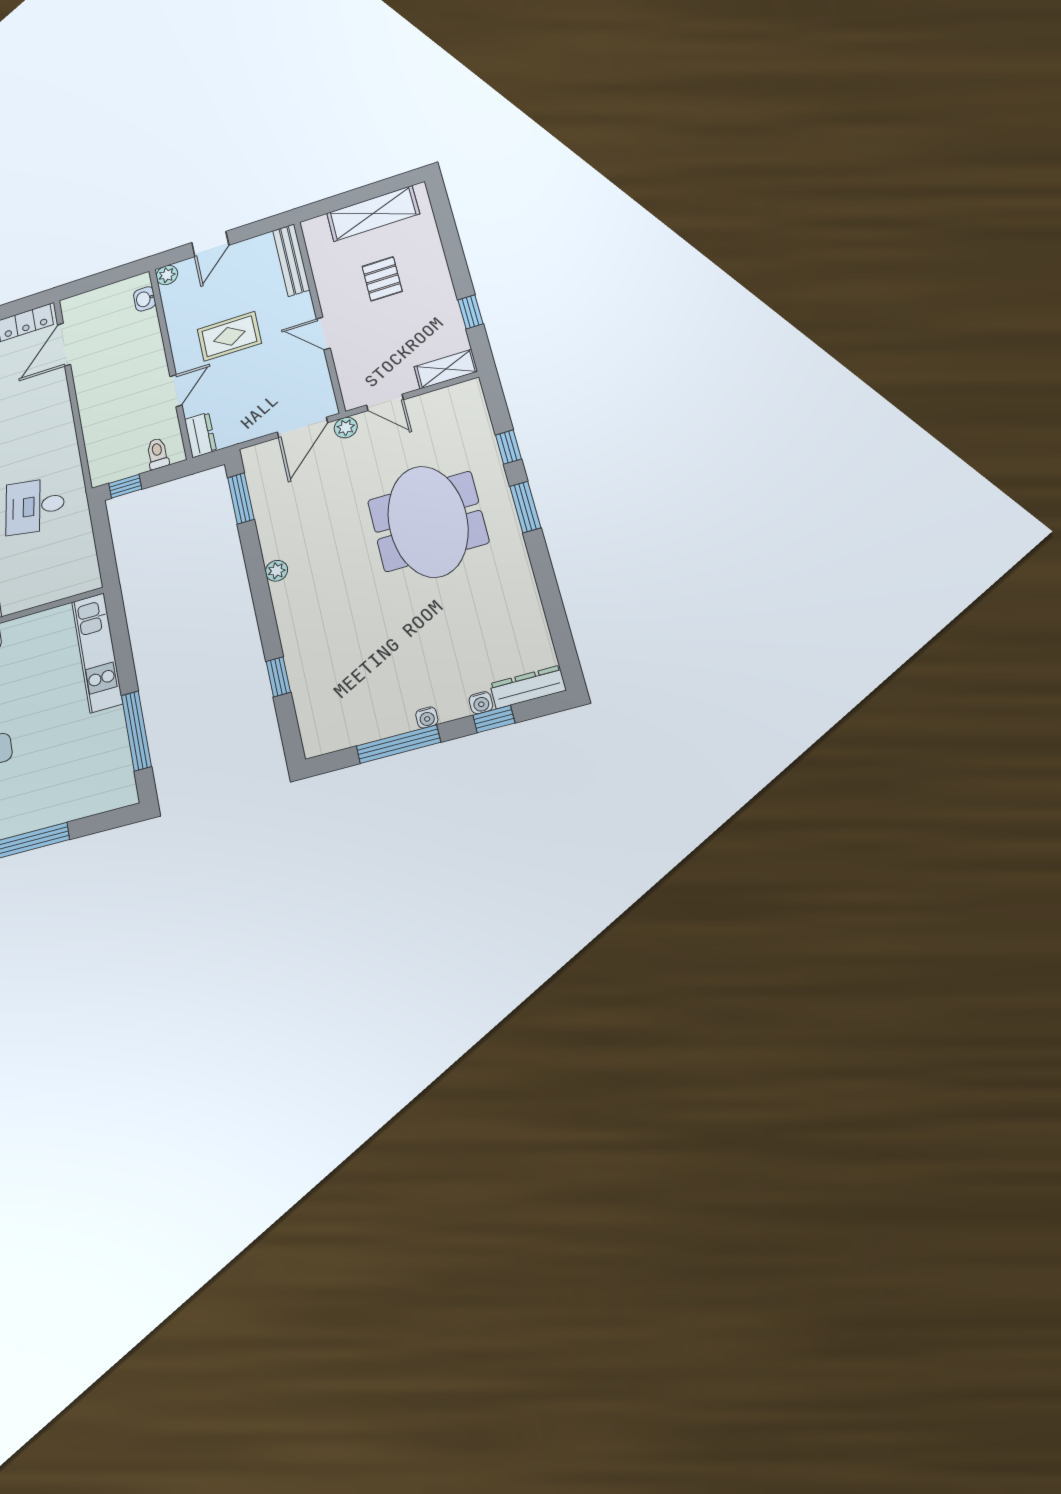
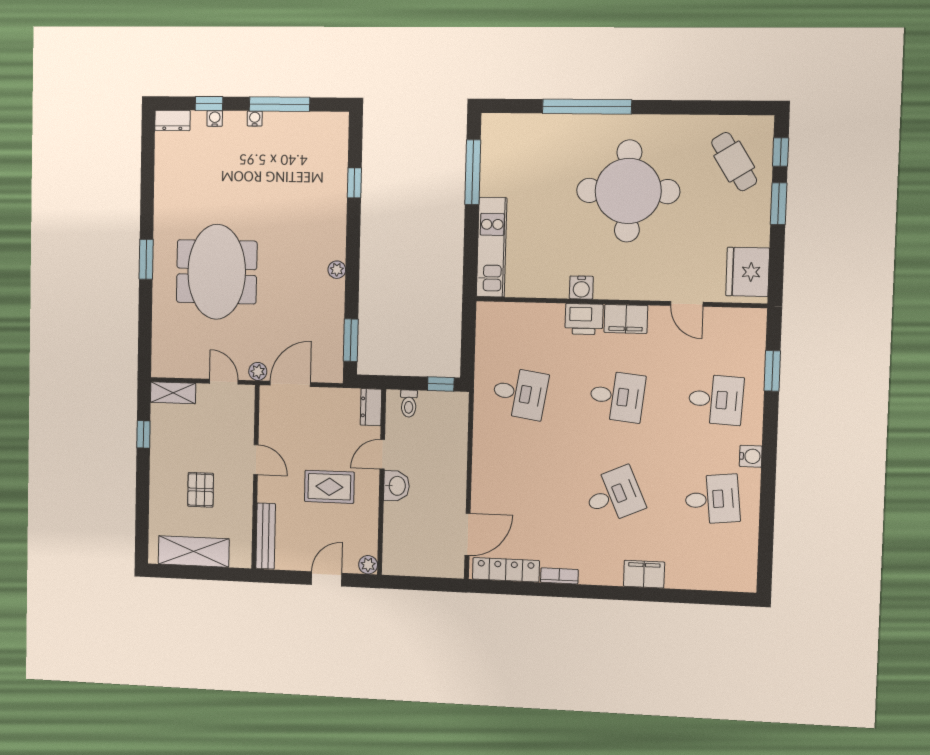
washbasin: (145, 299) -> (397, 486), moved, width x1.38, depth x1.45
window: (508, 447) -> (145, 311), removed
dresser: (528, 687) -> (172, 120), width x0.70

